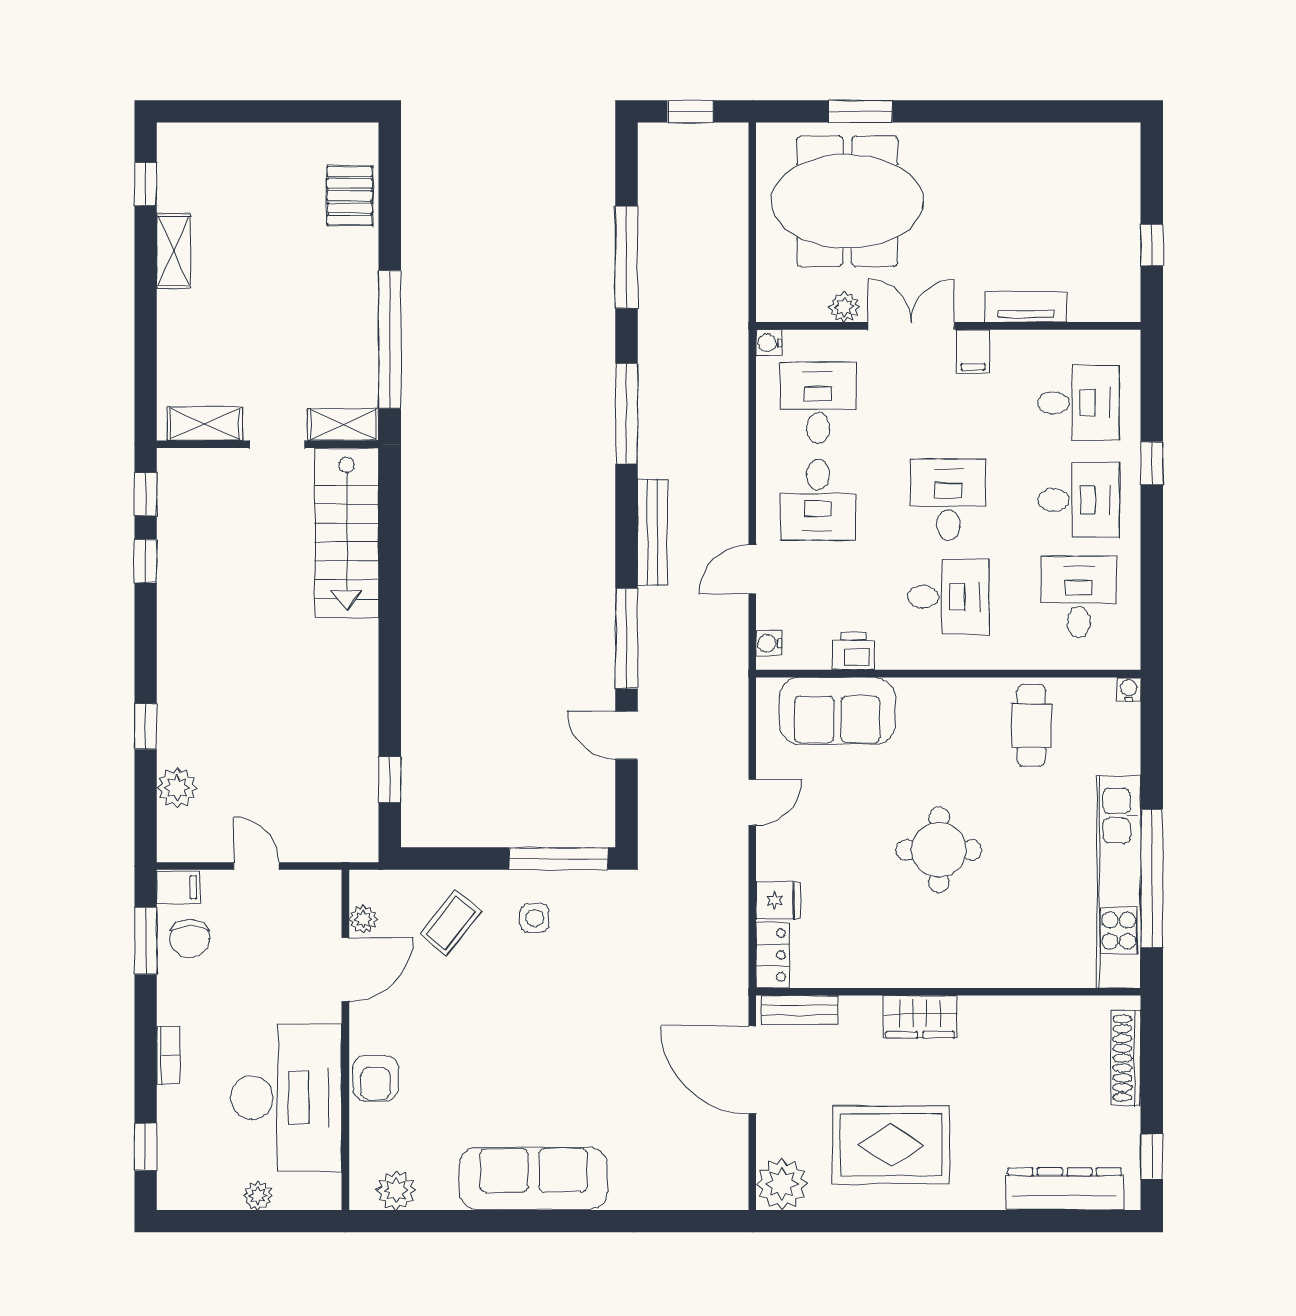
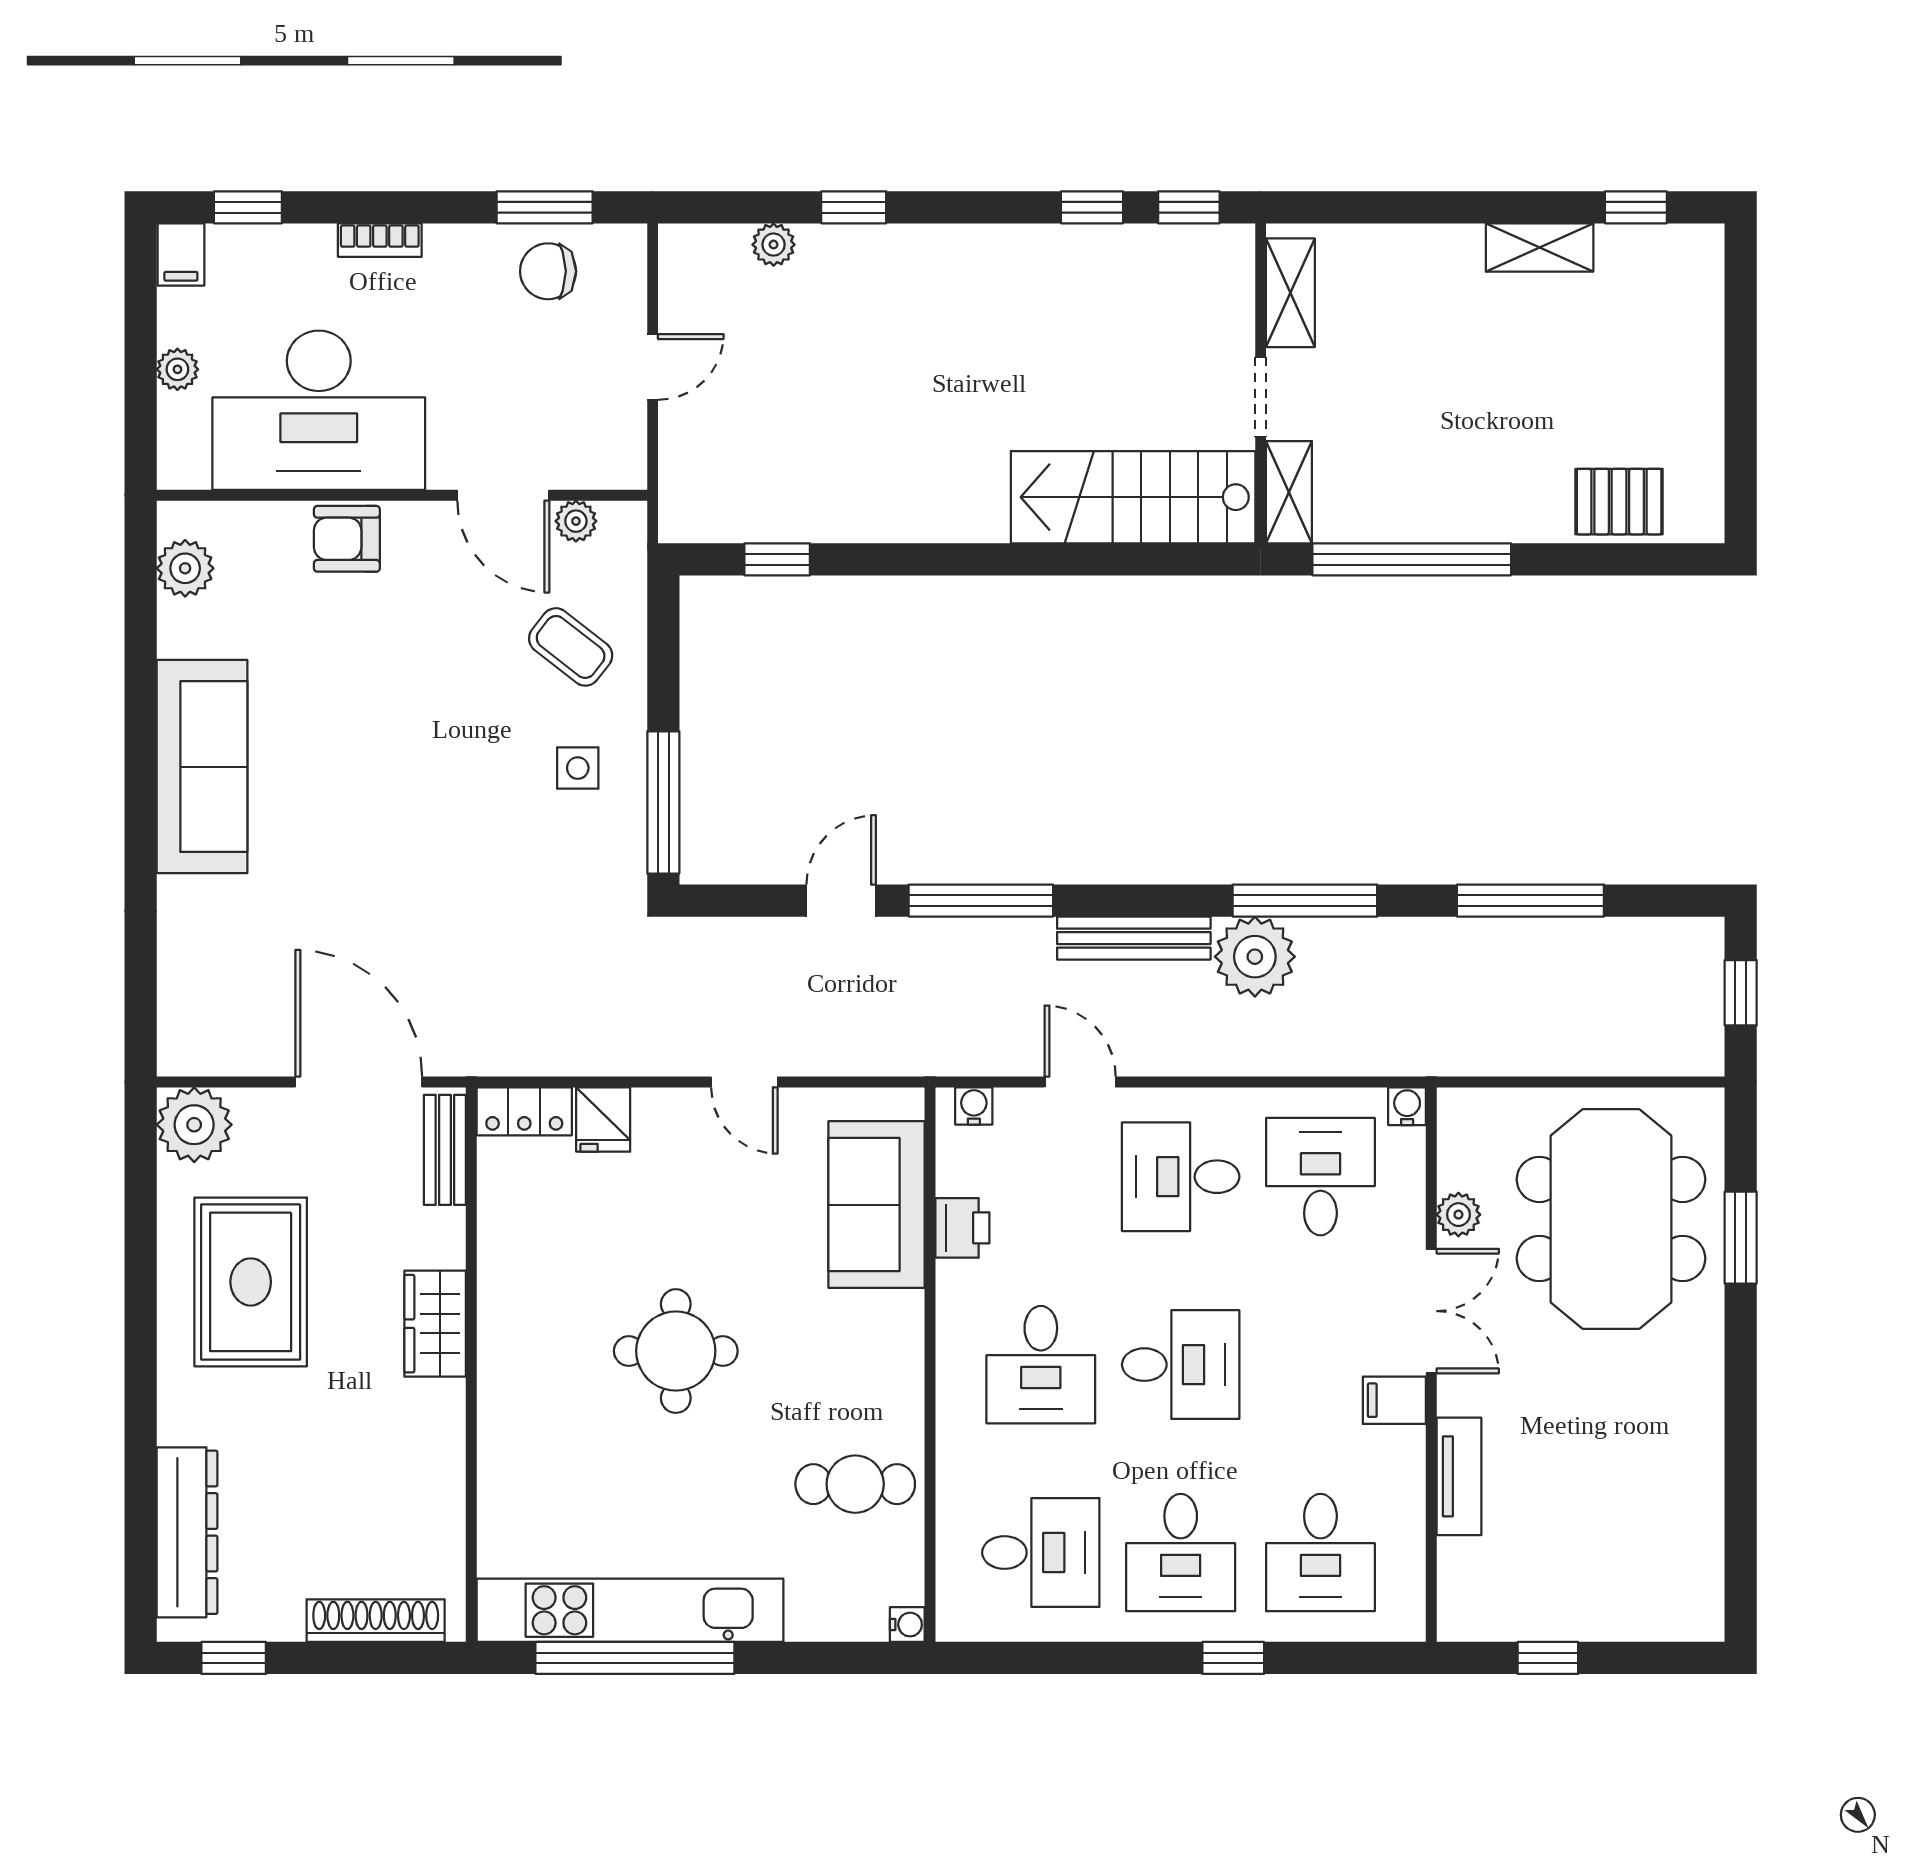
desk: (818, 403) -> (1320, 1177), turned -90
plant: (665, 448) -> (1255, 957), added
plant: (177, 788) -> (774, 245), width x0.73, depth x0.73
filing cabinet: (178, 887) -> (181, 254), moved
door: (752, 1070) -> (359, 1082), hinge flipped

